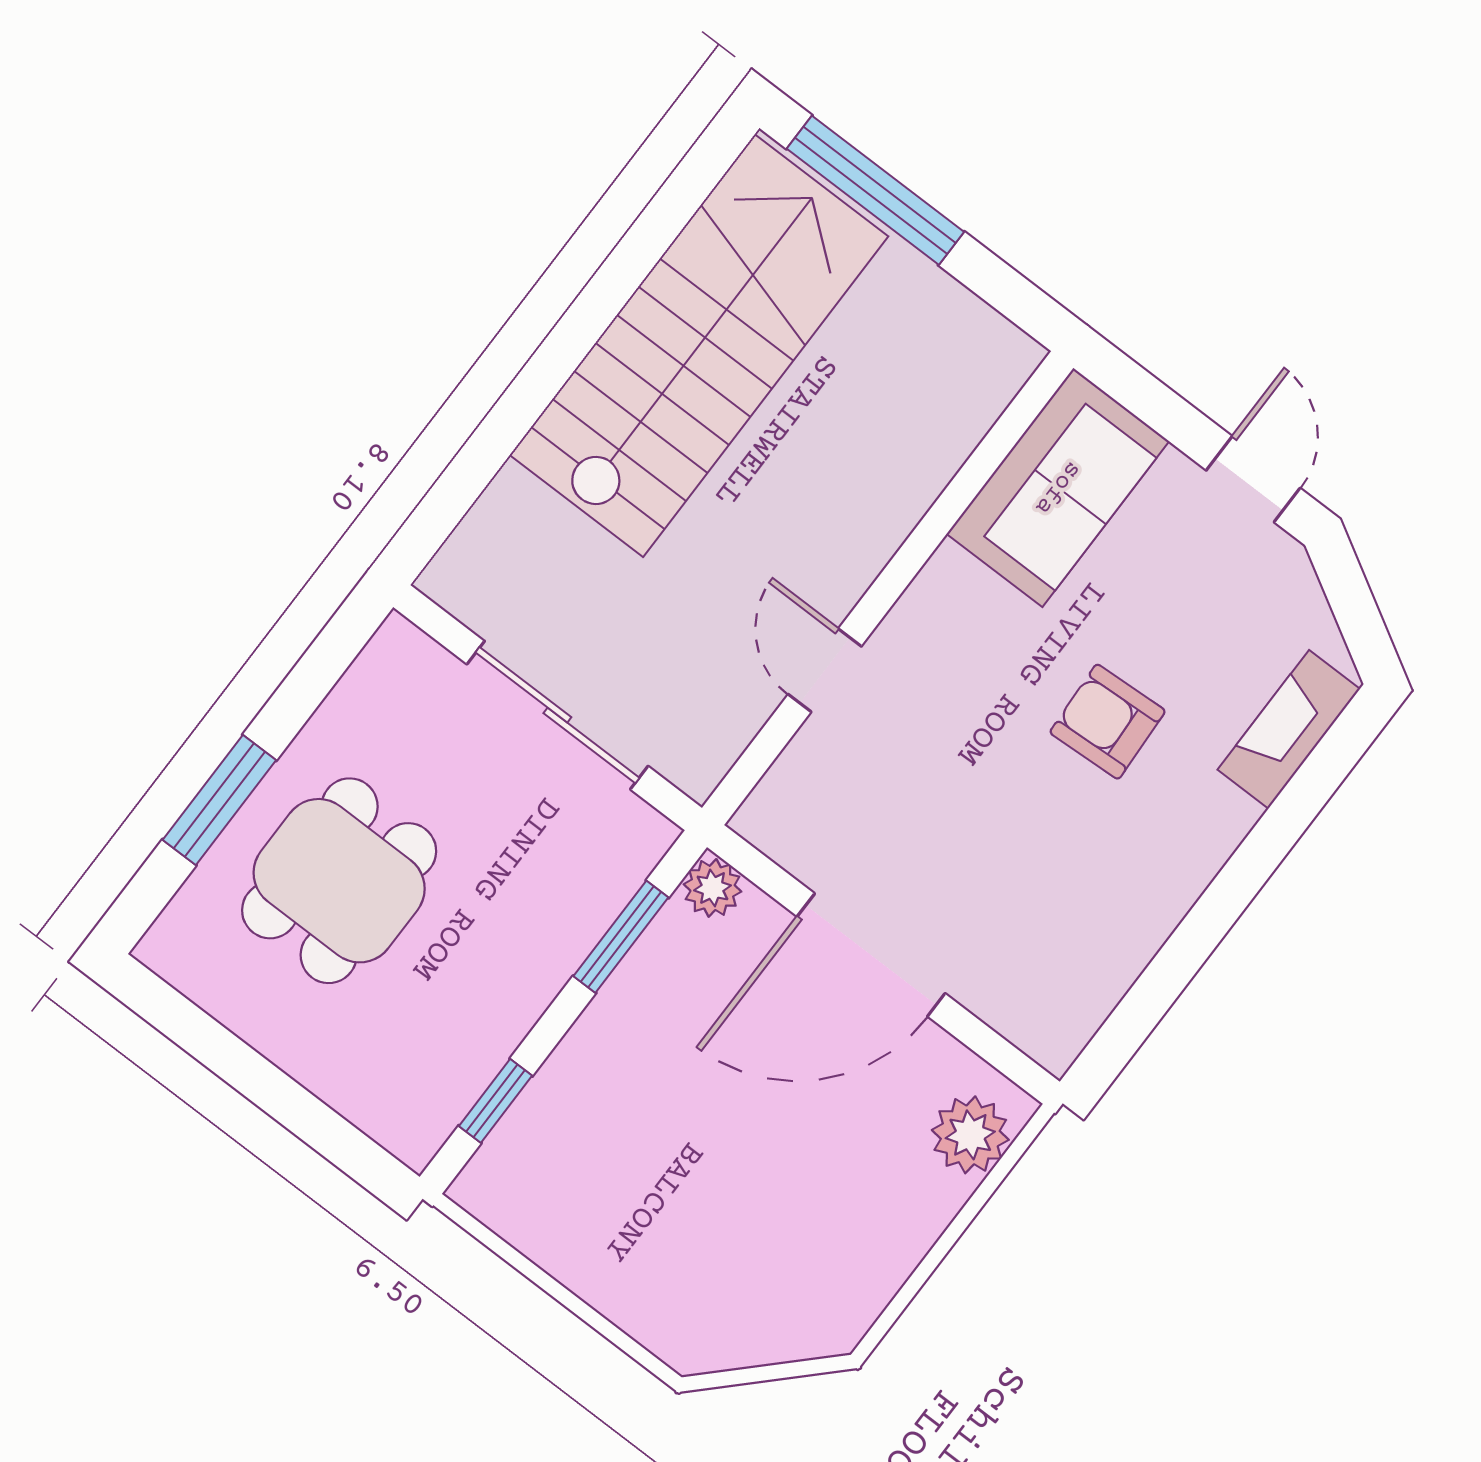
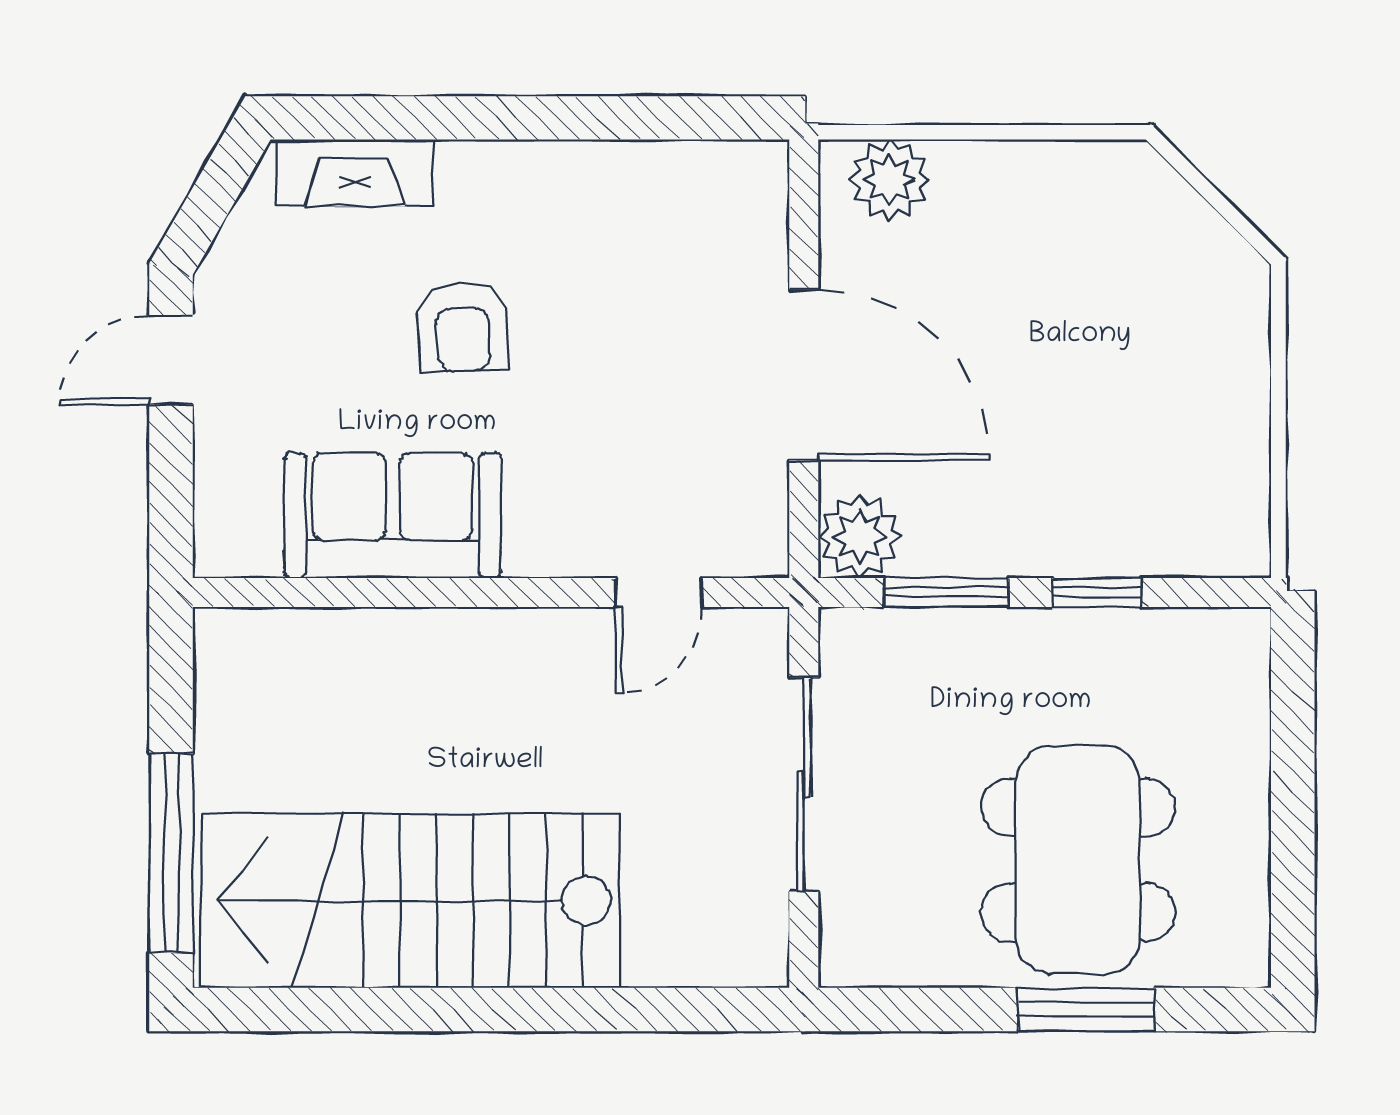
sofa: (1058, 488) -> (393, 515), moved
door: (825, 670) -> (659, 592), moved
dining table: (339, 881) -> (1078, 860), width x1.38
plant: (713, 888) -> (860, 536), width x1.38, depth x1.38
window: (495, 1101) -> (1097, 592), moved

